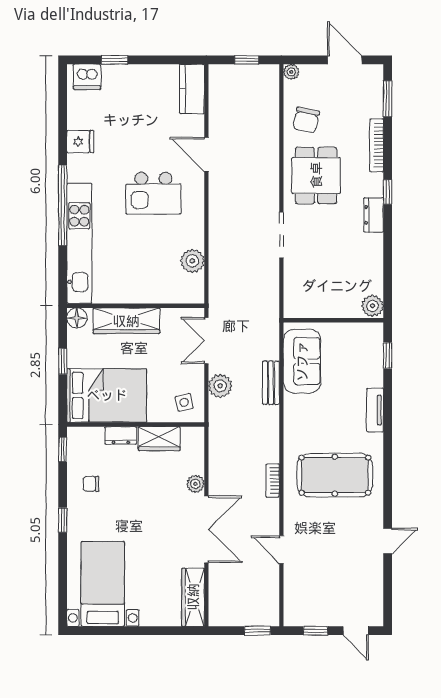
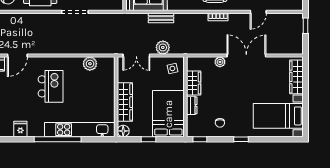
door: (206, 154) -> (17, 56), moved
wardrobe: (193, 597) -> (296, 77), moved, turned 90

